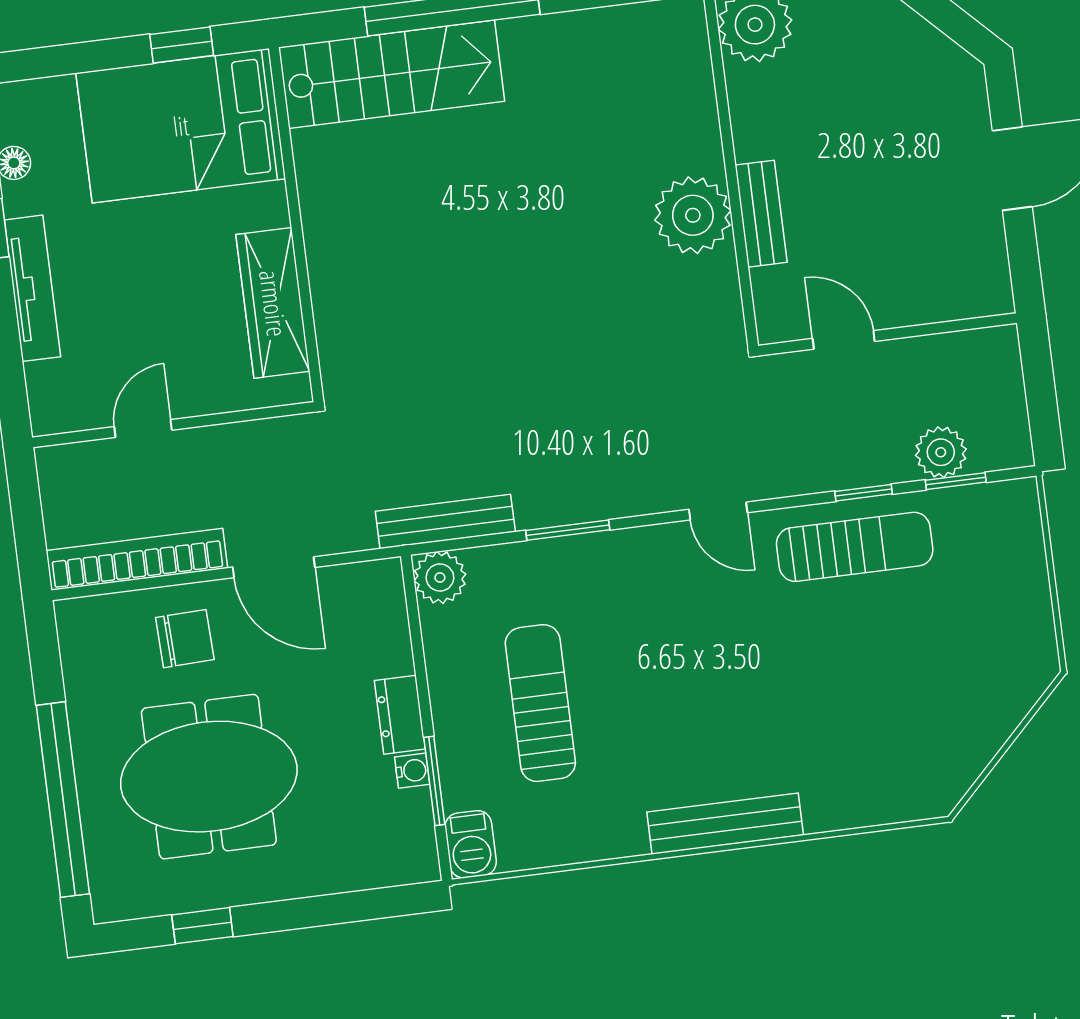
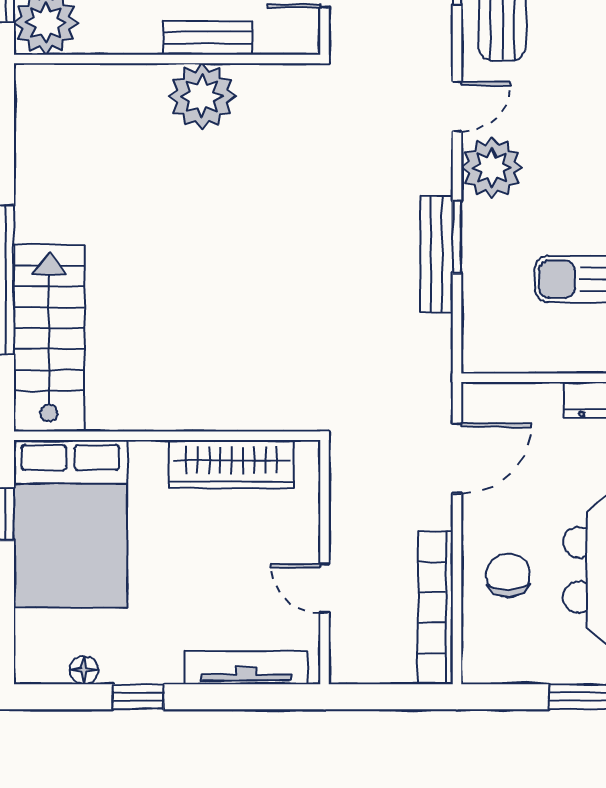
tv unit: (32, 288) -> (246, 668), moved
bench: (445, 521) -> (436, 254), moved
door: (274, 567) -> (457, 459), moved
plant: (440, 577) -> (492, 168), moved, width x1.36, depth x1.36

